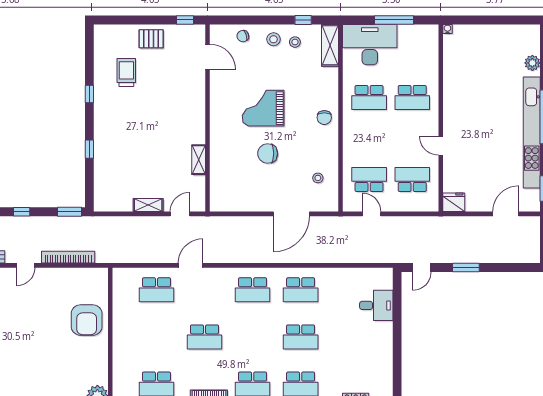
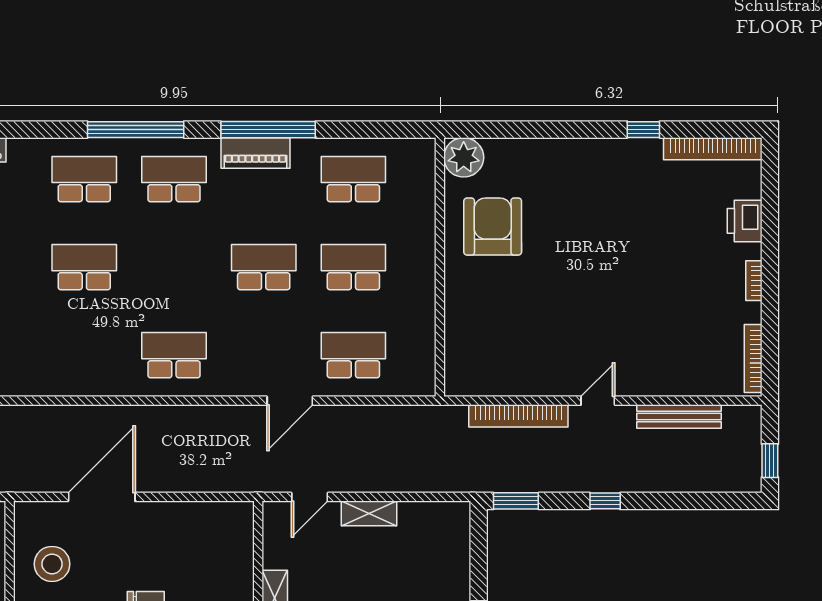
stool: (318, 178) -> (52, 564), width x1.89, depth x1.89
school desk: (301, 290) -> (353, 267), moved
armchair: (87, 320) -> (493, 227), moved

